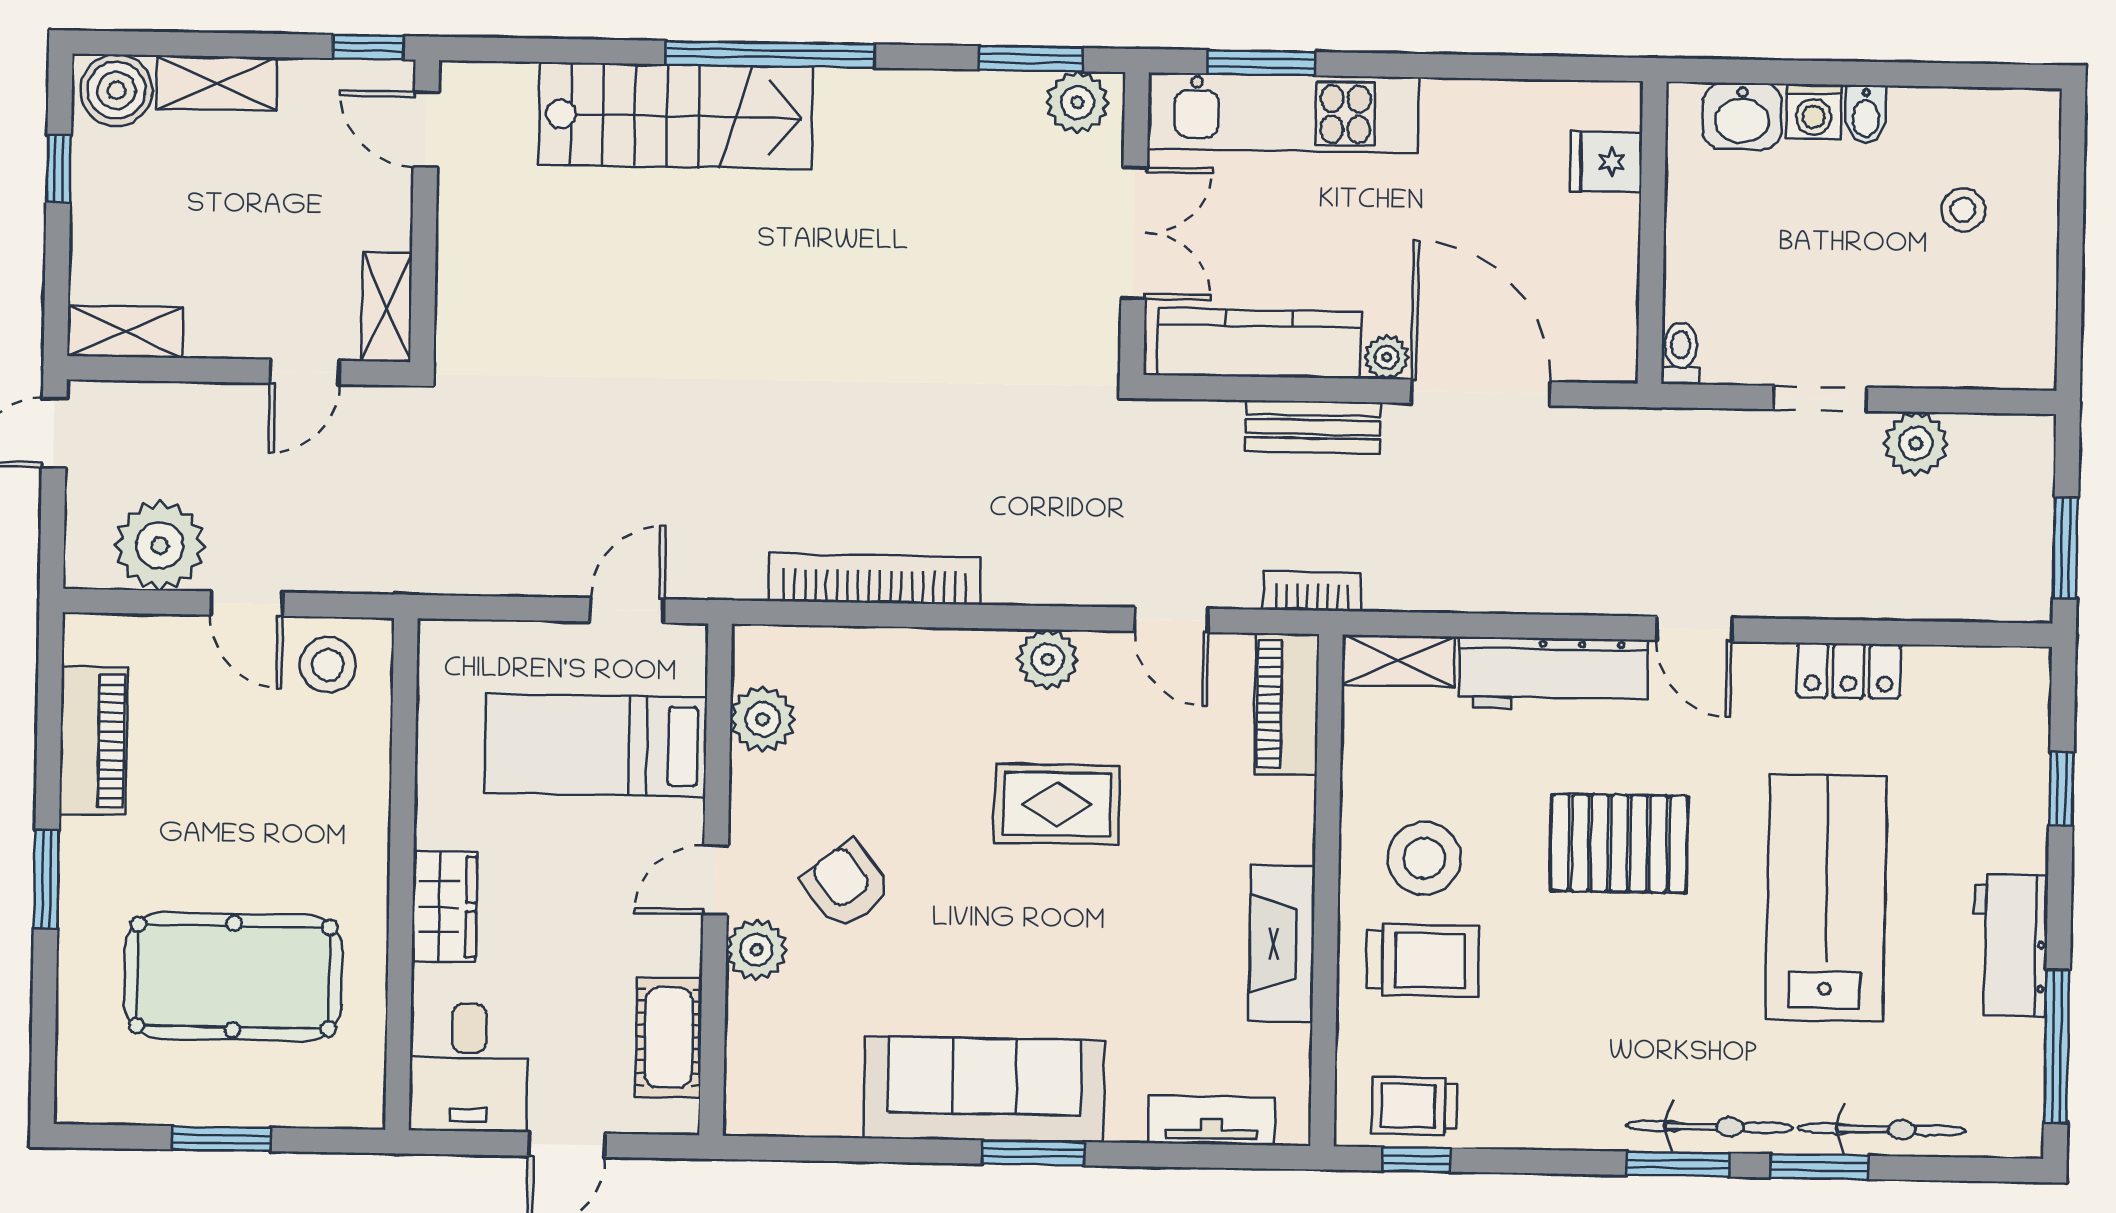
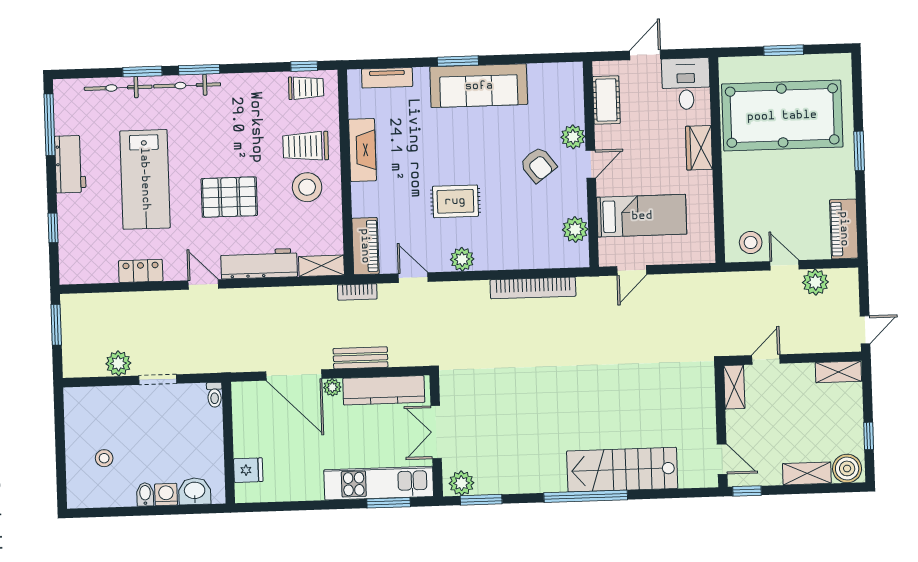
plant: (160, 546) -> (815, 282), width x0.73, depth x0.73
piano: (93, 741) -> (844, 229), moved
pool table: (233, 977) -> (782, 116), width x1.36, depth x1.32

